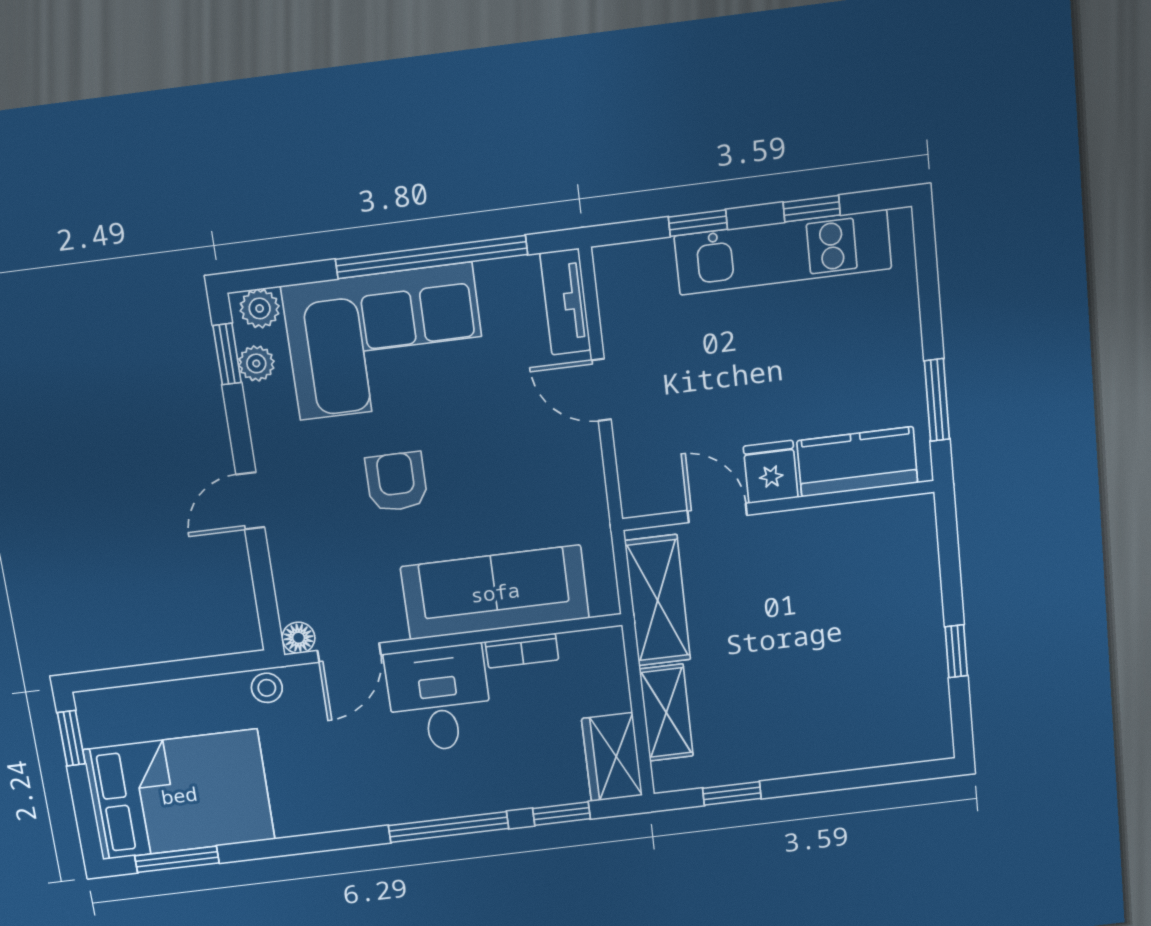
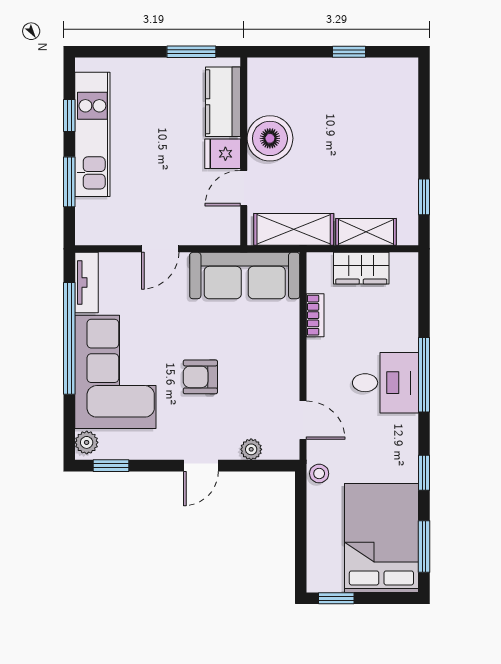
window: (698, 223) -> (69, 182), width x1.50
tv unit: (565, 302) -> (87, 283), moved, turned -90
plant: (256, 363) -> (251, 449), moved
door: (250, 501) -> (201, 466), hinge flipped
boiler: (803, 545) -> (270, 138), added
sofa: (495, 592) -> (245, 276), moved, turned -90
floor lamp: (299, 638) -> (290, 449), removed
desk: (439, 699) -> (385, 383), moved, turned 180
wardrobe: (612, 757) -> (361, 268), moved
window: (561, 814) -> (424, 473), moved

